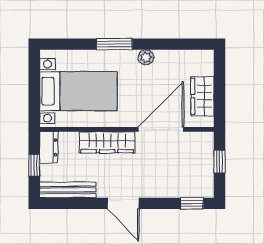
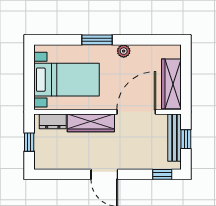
wardrobe: (202, 96) -> (171, 84), width x1.50
dresser: (49, 147) -> (53, 121), moved, turned 90
bench: (68, 190) -> (174, 138), moved, turned 90

